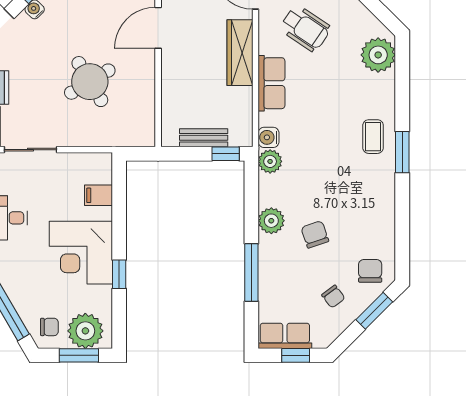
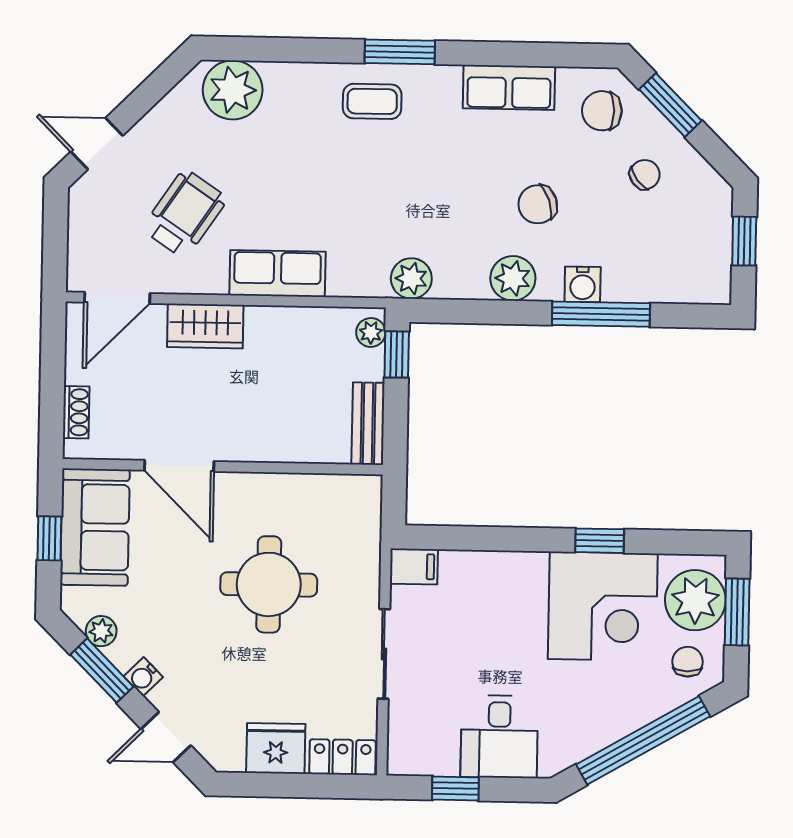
wardrobe: (240, 53) -> (205, 326), width x0.67
round table: (90, 82) -> (269, 584), turned 31
water cooler: (269, 137) -> (583, 284), moved
bench: (204, 138) -> (368, 424), moved
plant: (238, 138) -> (371, 332), added
sliding door: (31, 150) -> (384, 654), moved
filing cabinet: (98, 195) -> (414, 566), moved, turned -90
corner desk: (81, 253) -> (603, 606), moved
row of seats: (285, 336) -> (509, 87), moved, turned -90

